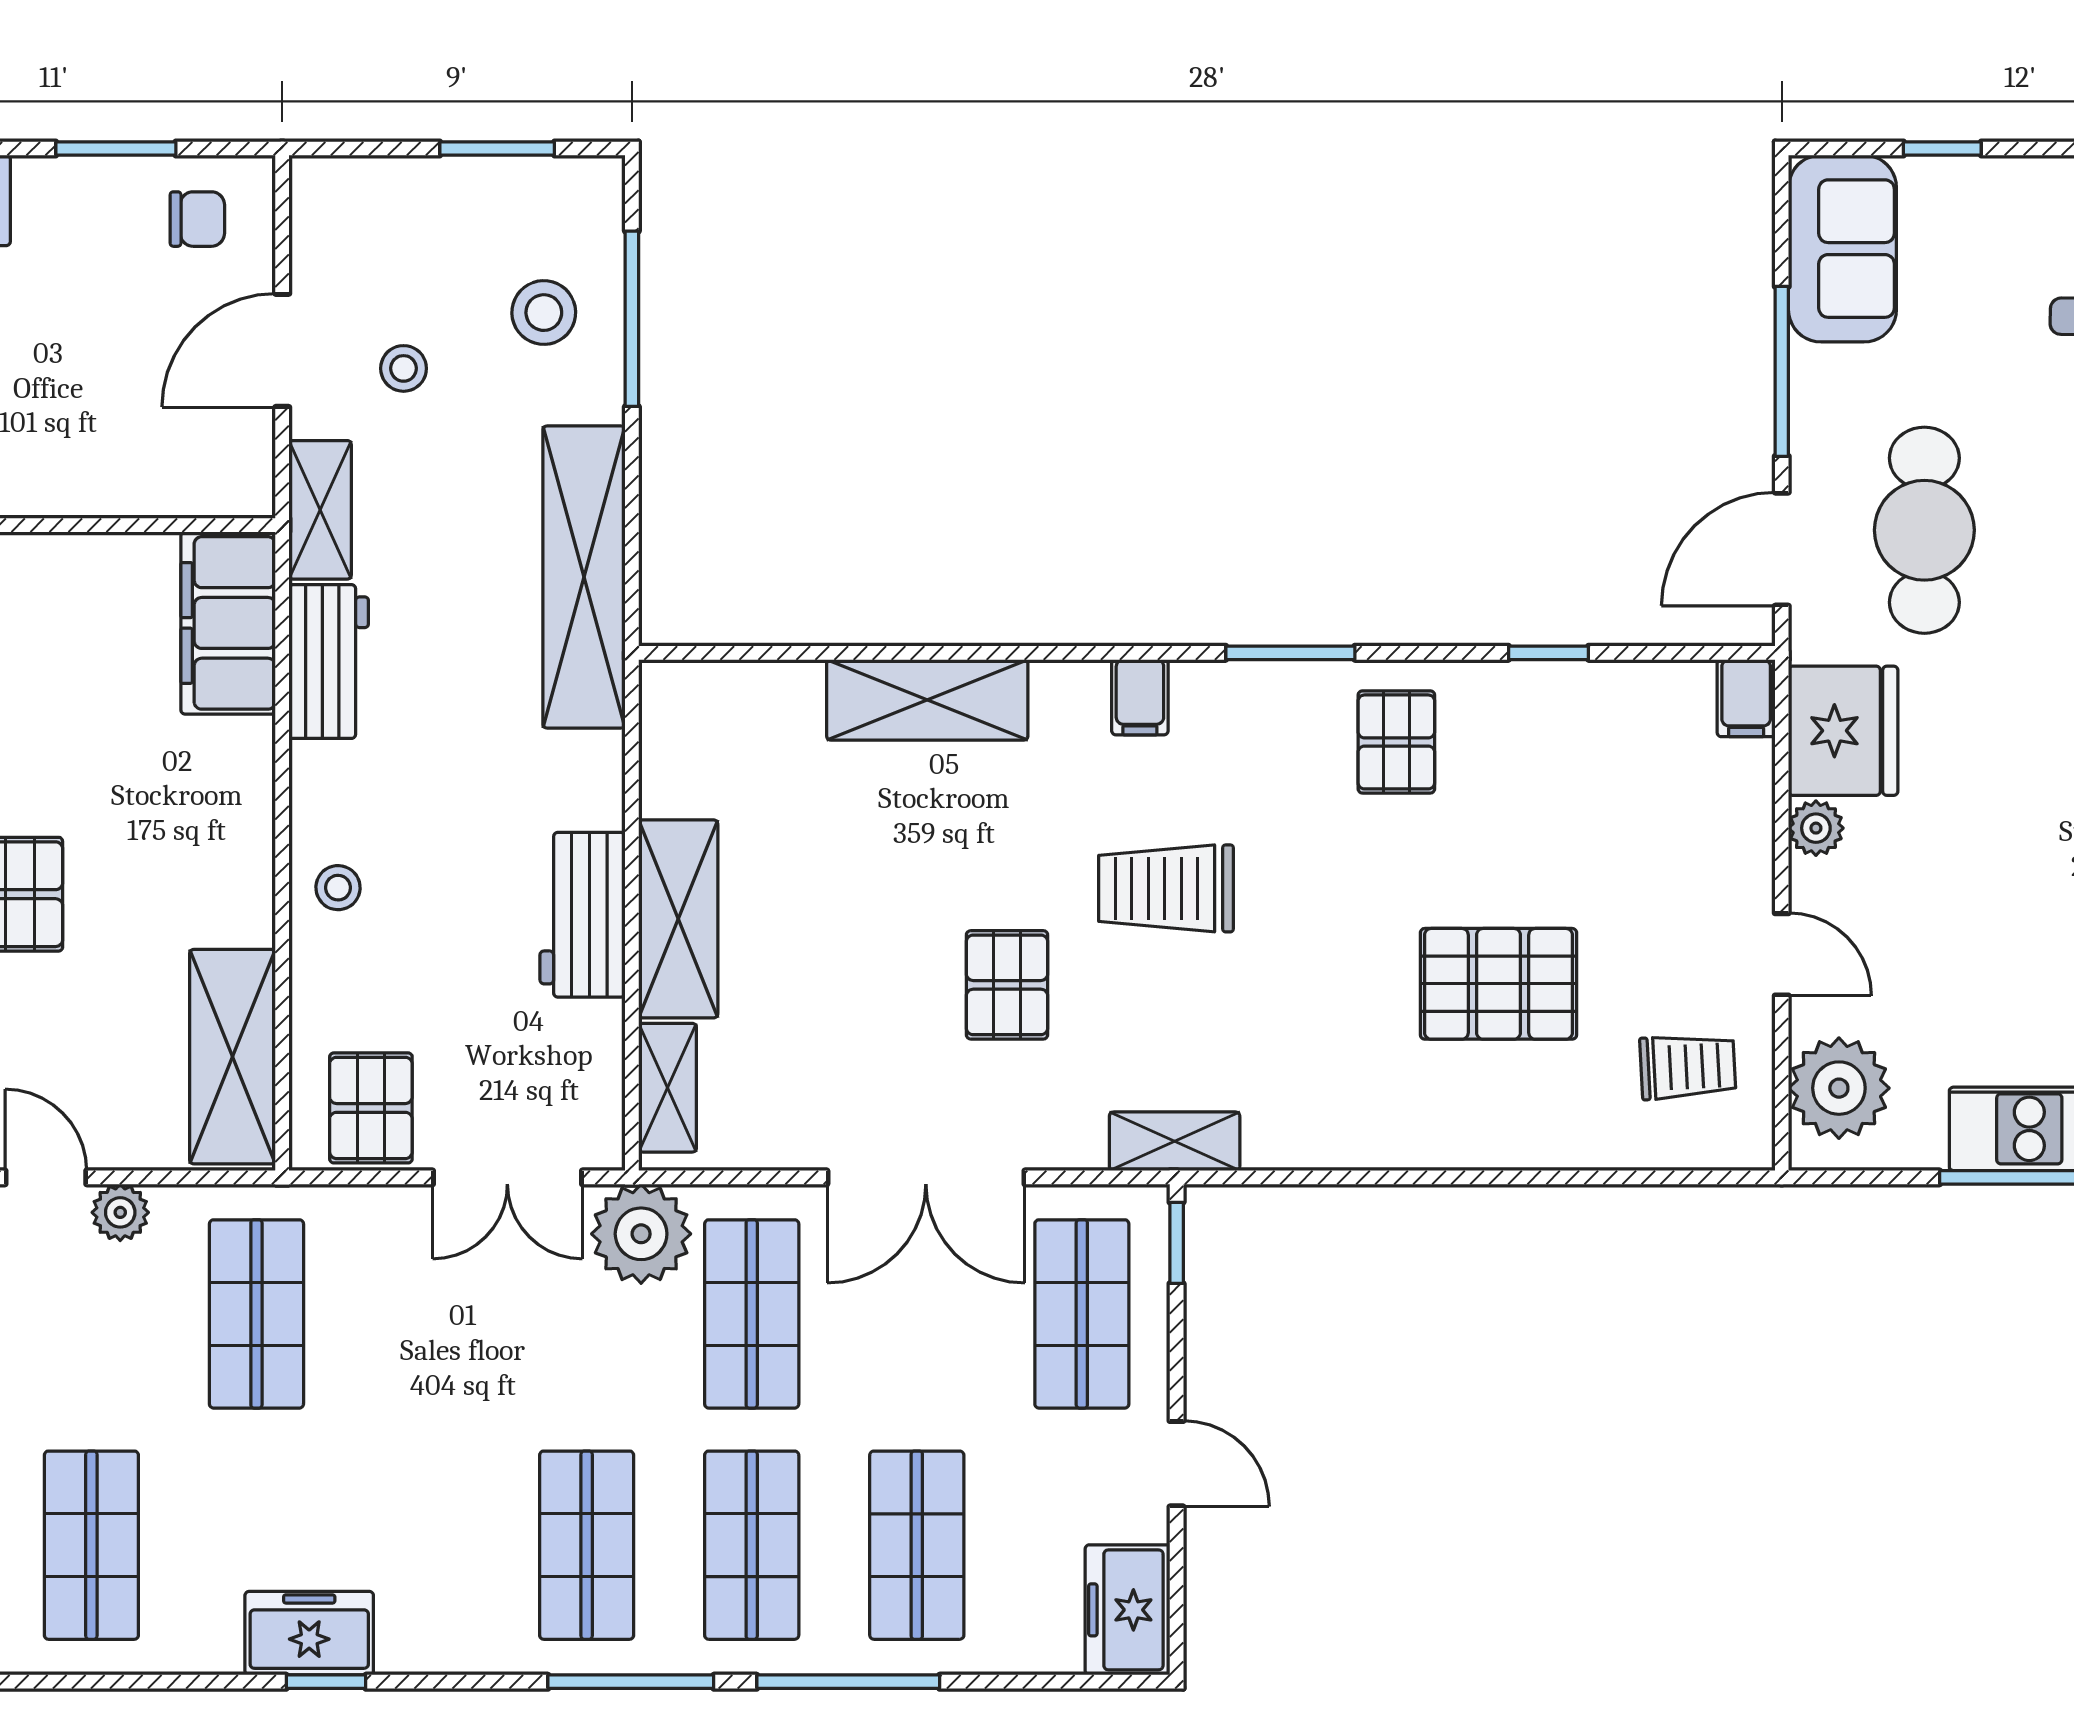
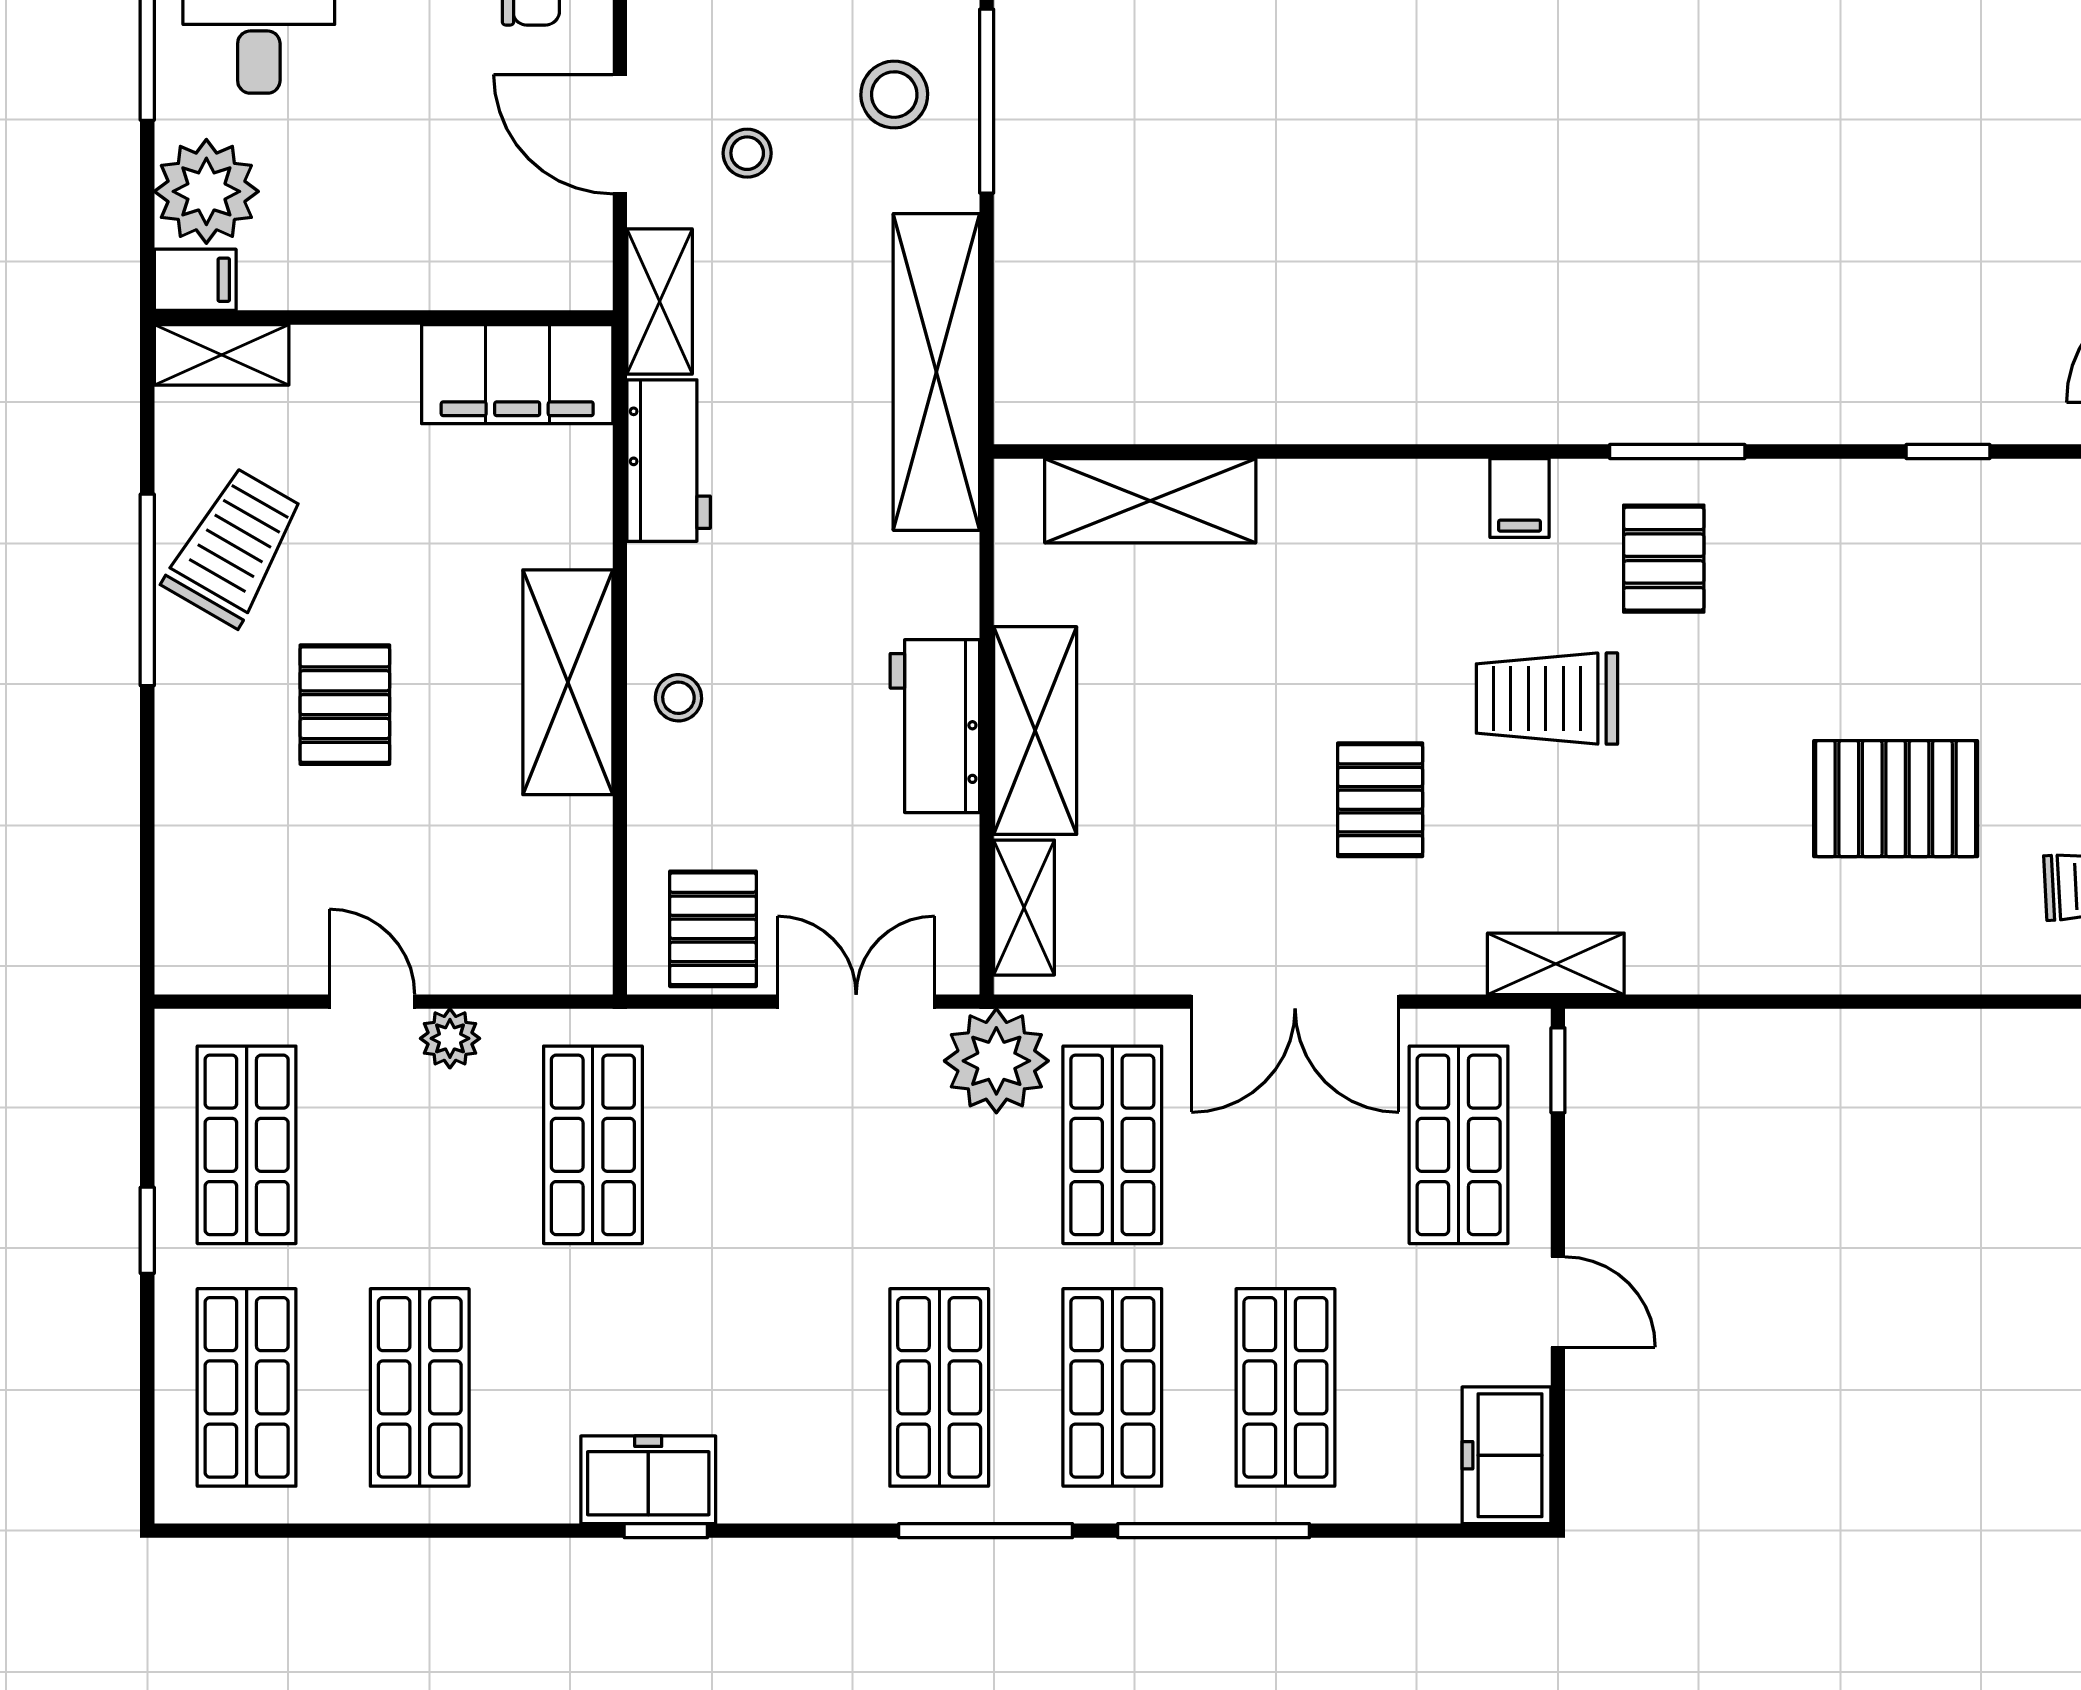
door: (282, 350) -> (620, 134), hinge flipped
filing cabinet: (228, 623) -> (517, 374), moved, turned -90
shelving: (927, 700) -> (1150, 501), moved
pallet: (1396, 742) -> (1664, 559), moved
shelving: (233, 1057) -> (568, 682), moved
double door: (507, 1177) -> (856, 1002), swing flipped

